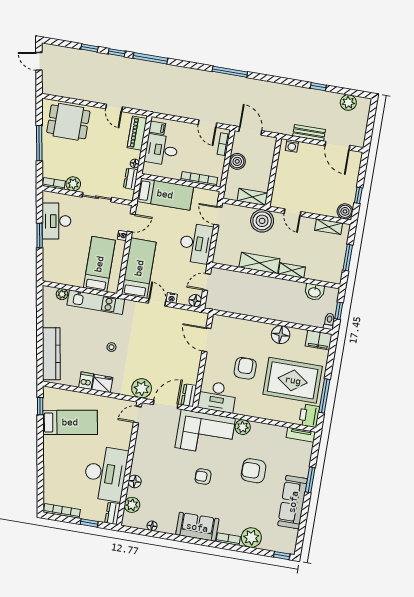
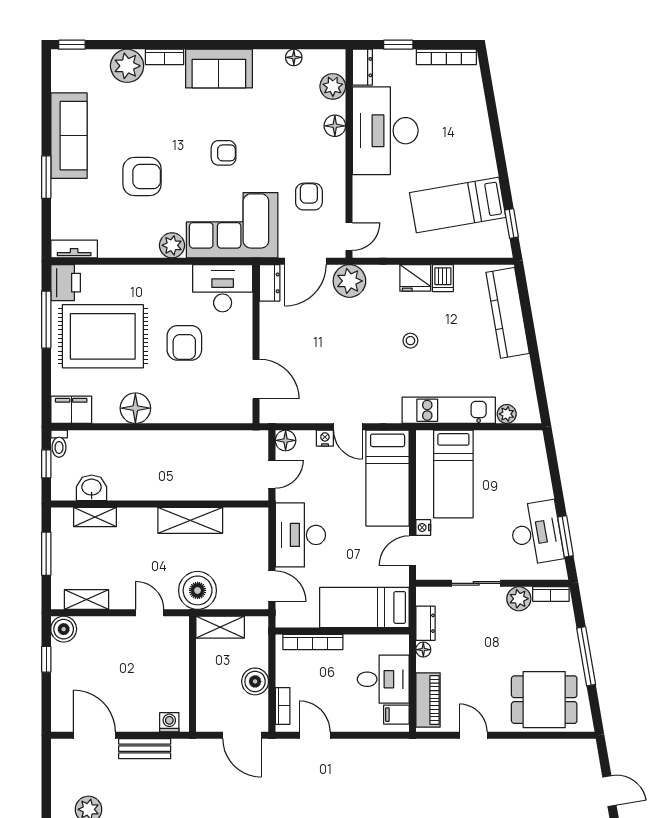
window: (40, 235) -> (566, 536), moved
shelving: (292, 270) -> (95, 517), moved
armchair: (157, 442) -> (309, 197), added

